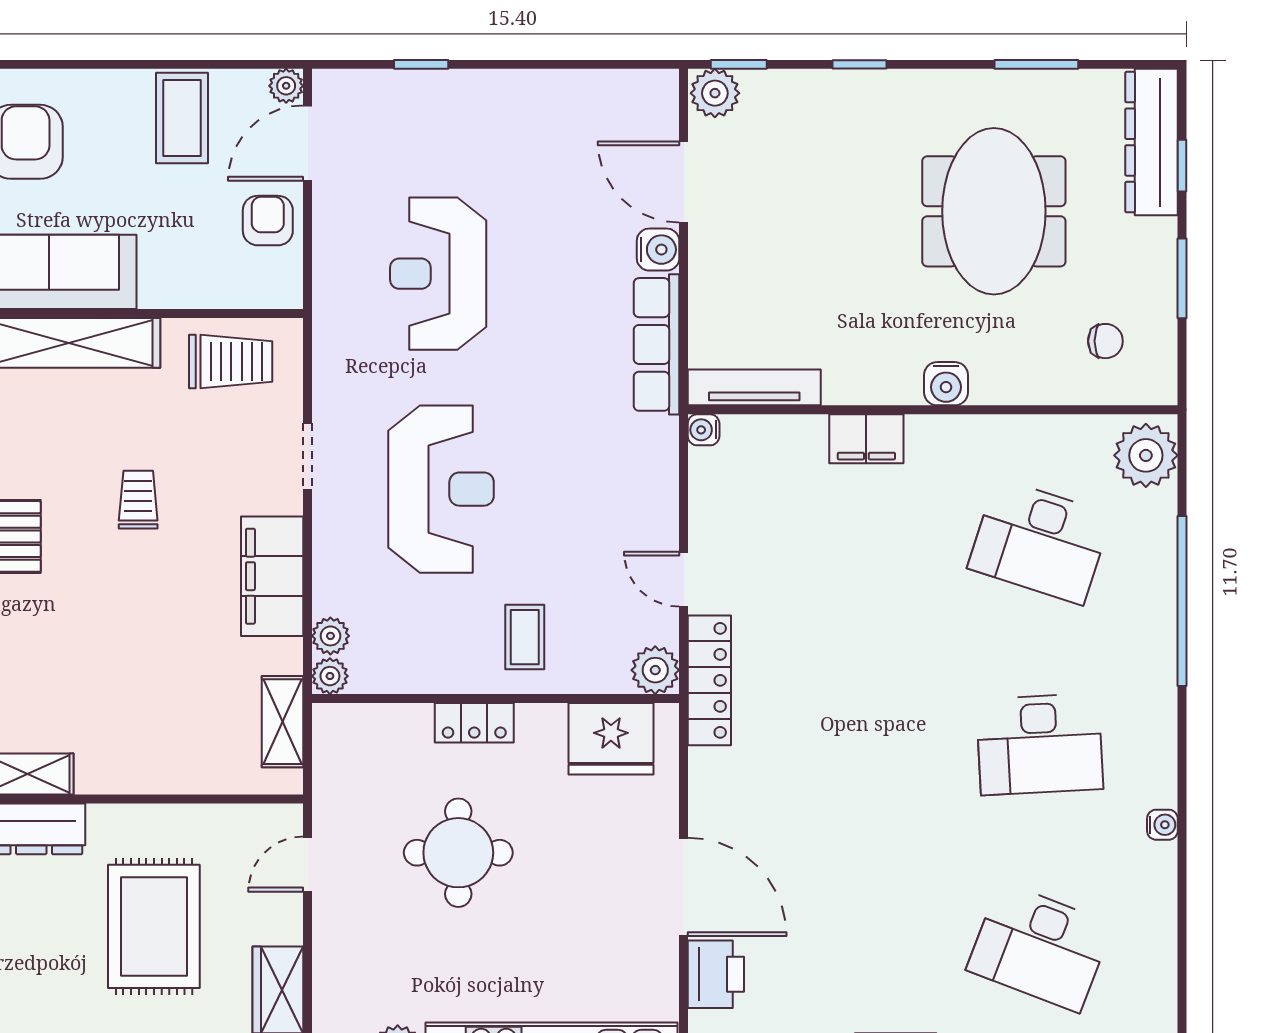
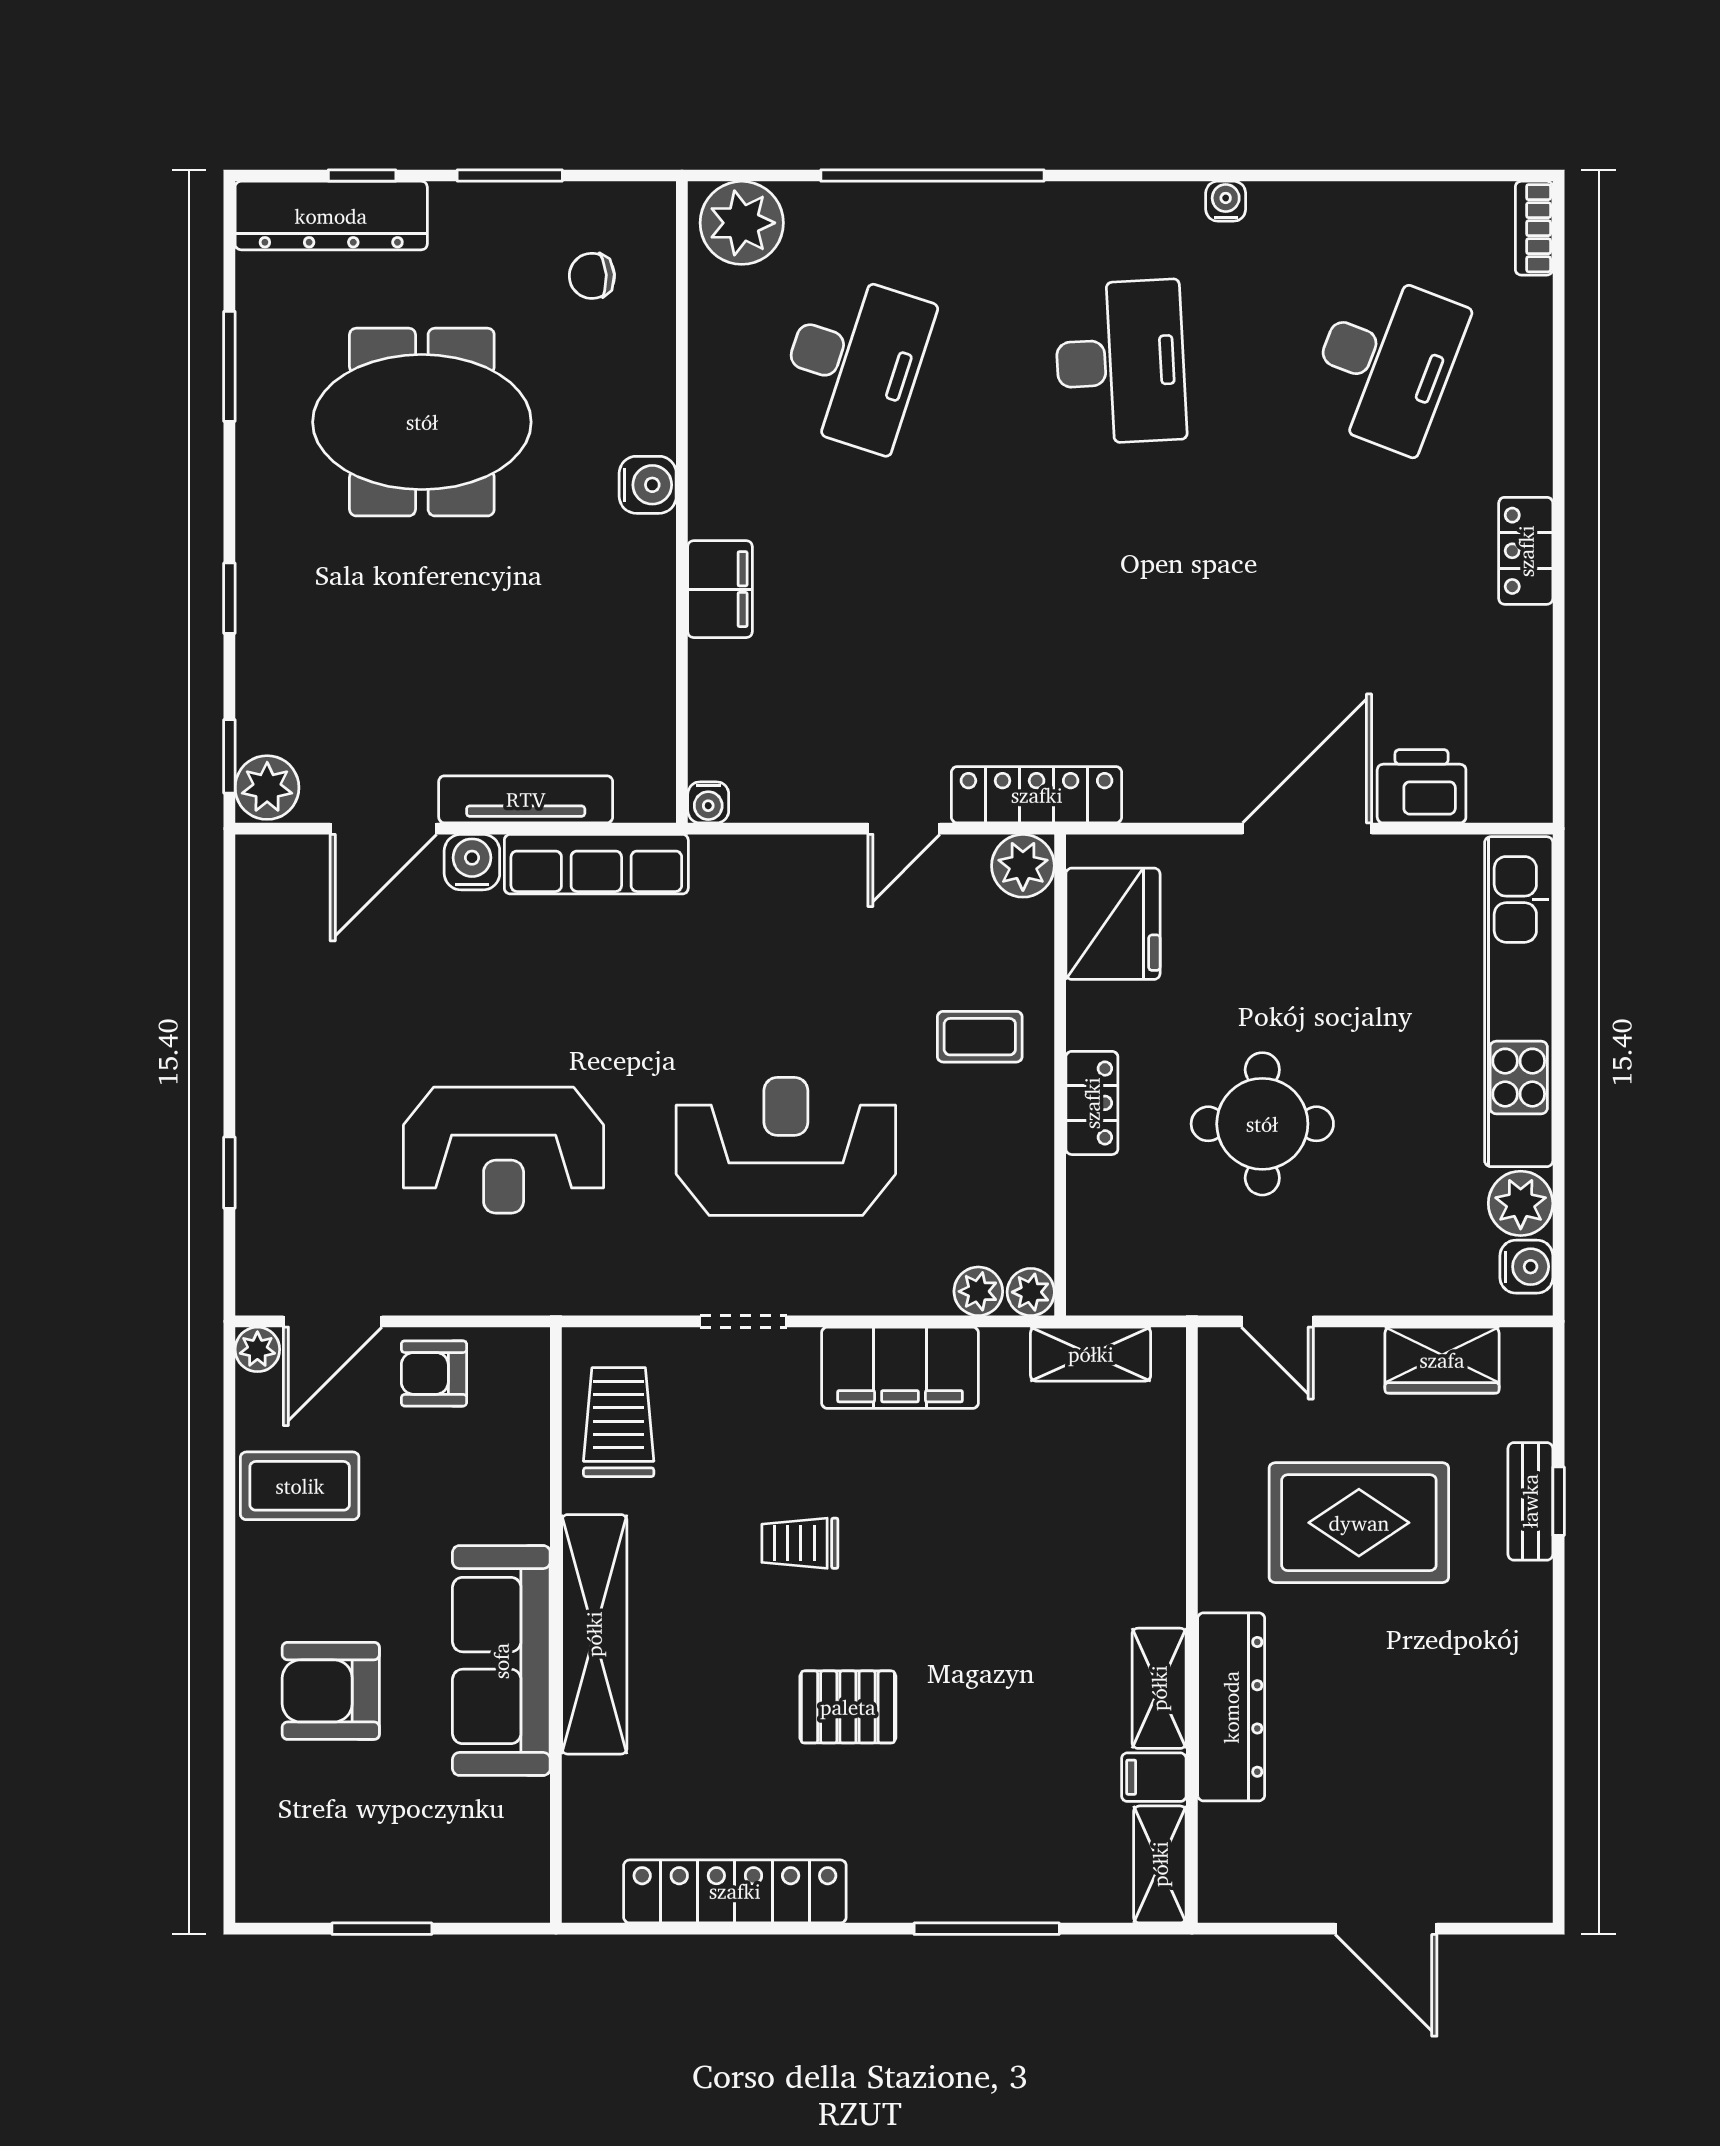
door: (308, 143) -> (333, 1321), hinge flipped
chair: (1105, 341) -> (592, 276), turned -94
tv unit: (754, 387) -> (526, 799), moved, turned 90

